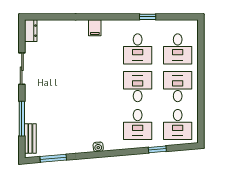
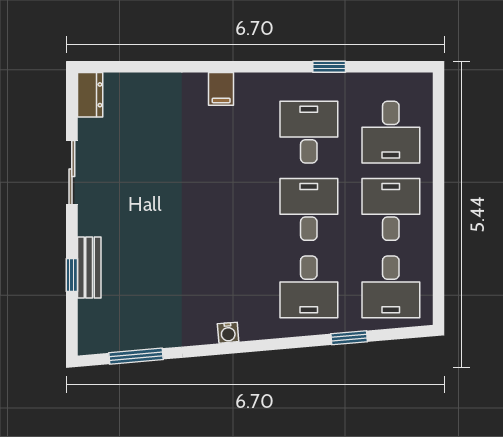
desk: (138, 49) -> (309, 132), turned 180
window: (22, 119) -> (72, 275), width x0.46
bench: (30, 139) -> (89, 267), moved

